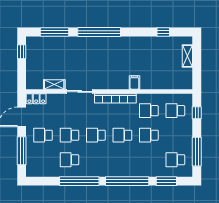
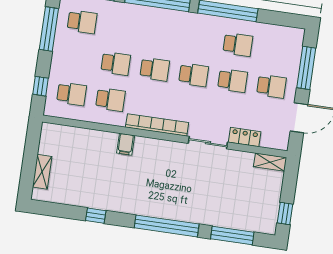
window: (163, 32) -> (96, 216), moved
shelving: (54, 84) -> (270, 162), moved
locker: (36, 99) -> (245, 137), moved

